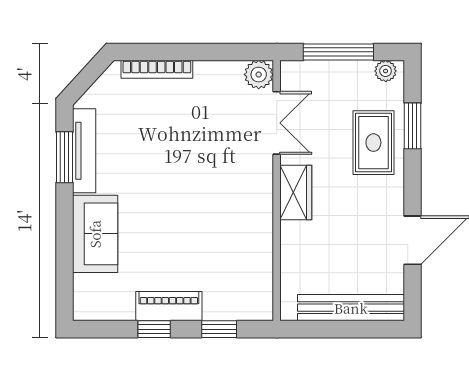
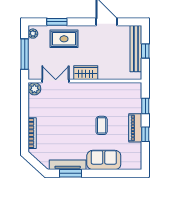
coffee table: (174, 229) -> (102, 125), added
window: (346, 329) -> (145, 51), added

